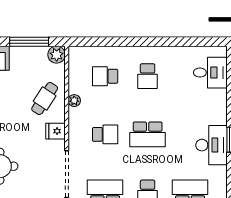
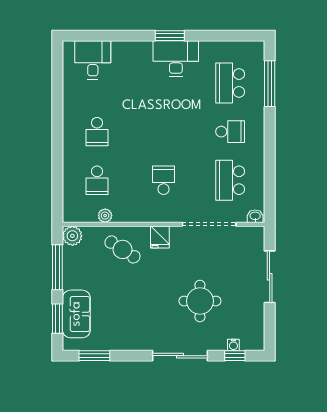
school desk: (148, 76) -> (97, 132), turned 90
plant: (74, 101) -> (105, 216), moved
school desk: (148, 134) -> (164, 132), removed

